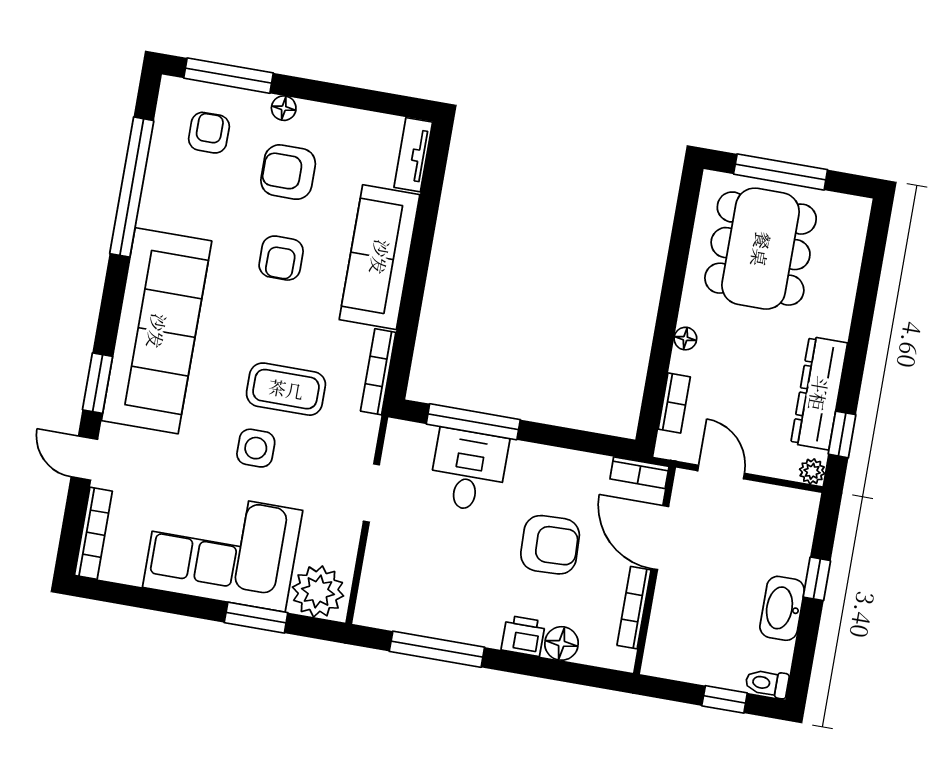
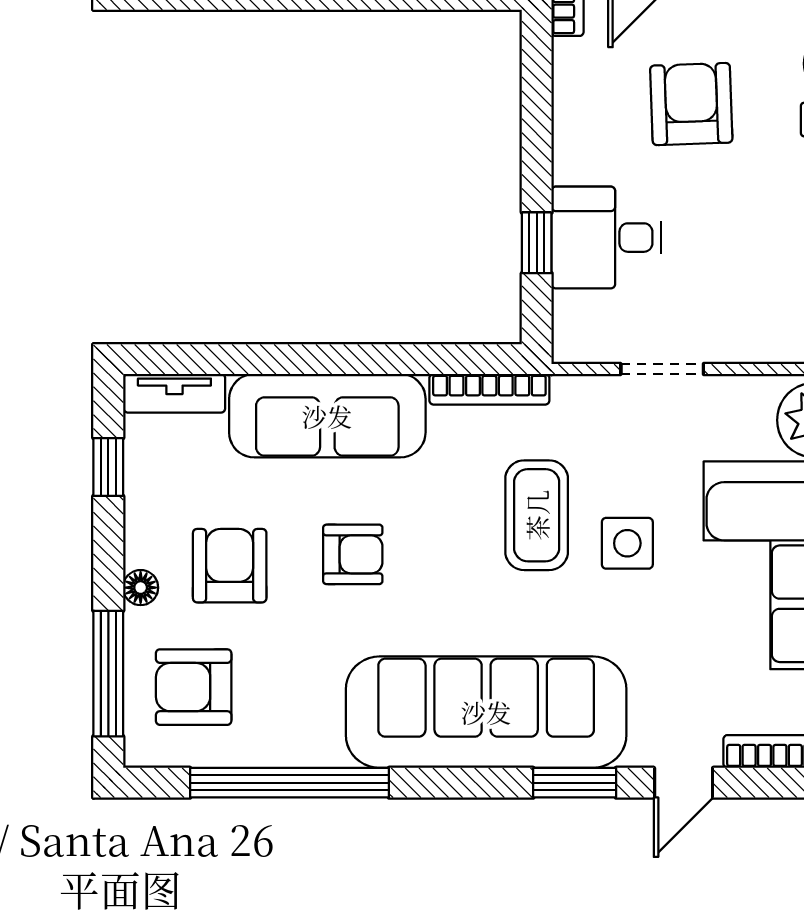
window: (371, 100) -> (108, 467), added
armchair: (209, 133) -> (194, 687), width x1.38, depth x1.38
armchair: (288, 172) -> (230, 566), turned 180
window: (473, 422) -> (537, 243), width x0.46

